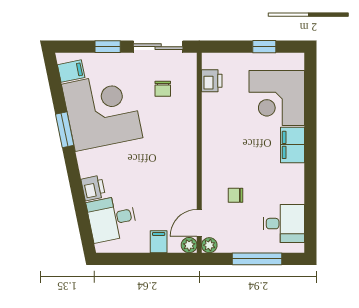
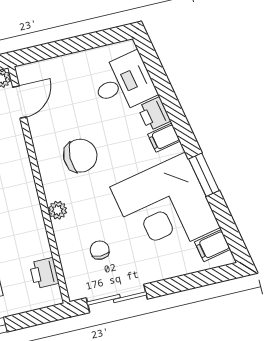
window: (108, 47) -> (176, 285), removed
chair: (161, 168) -> (80, 156), added
filing cabinet: (159, 242) -> (164, 138), moved, turned 78
plant: (189, 245) -> (58, 210), moved

